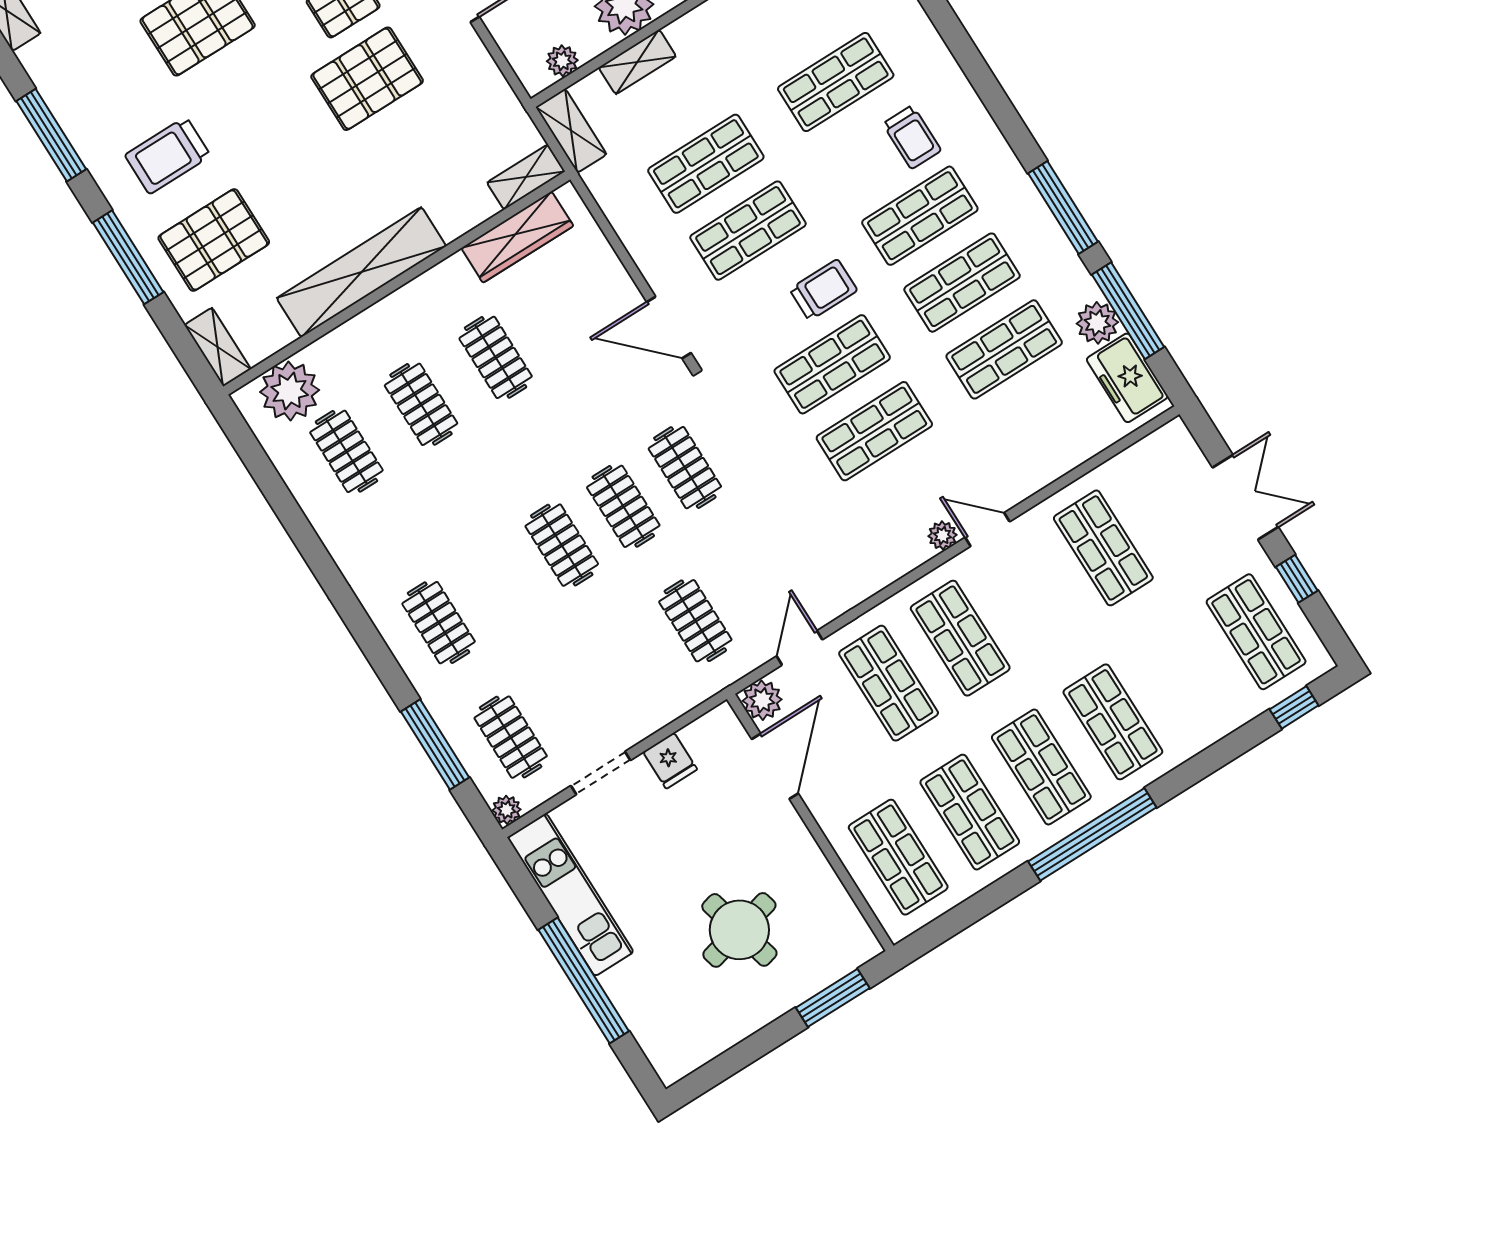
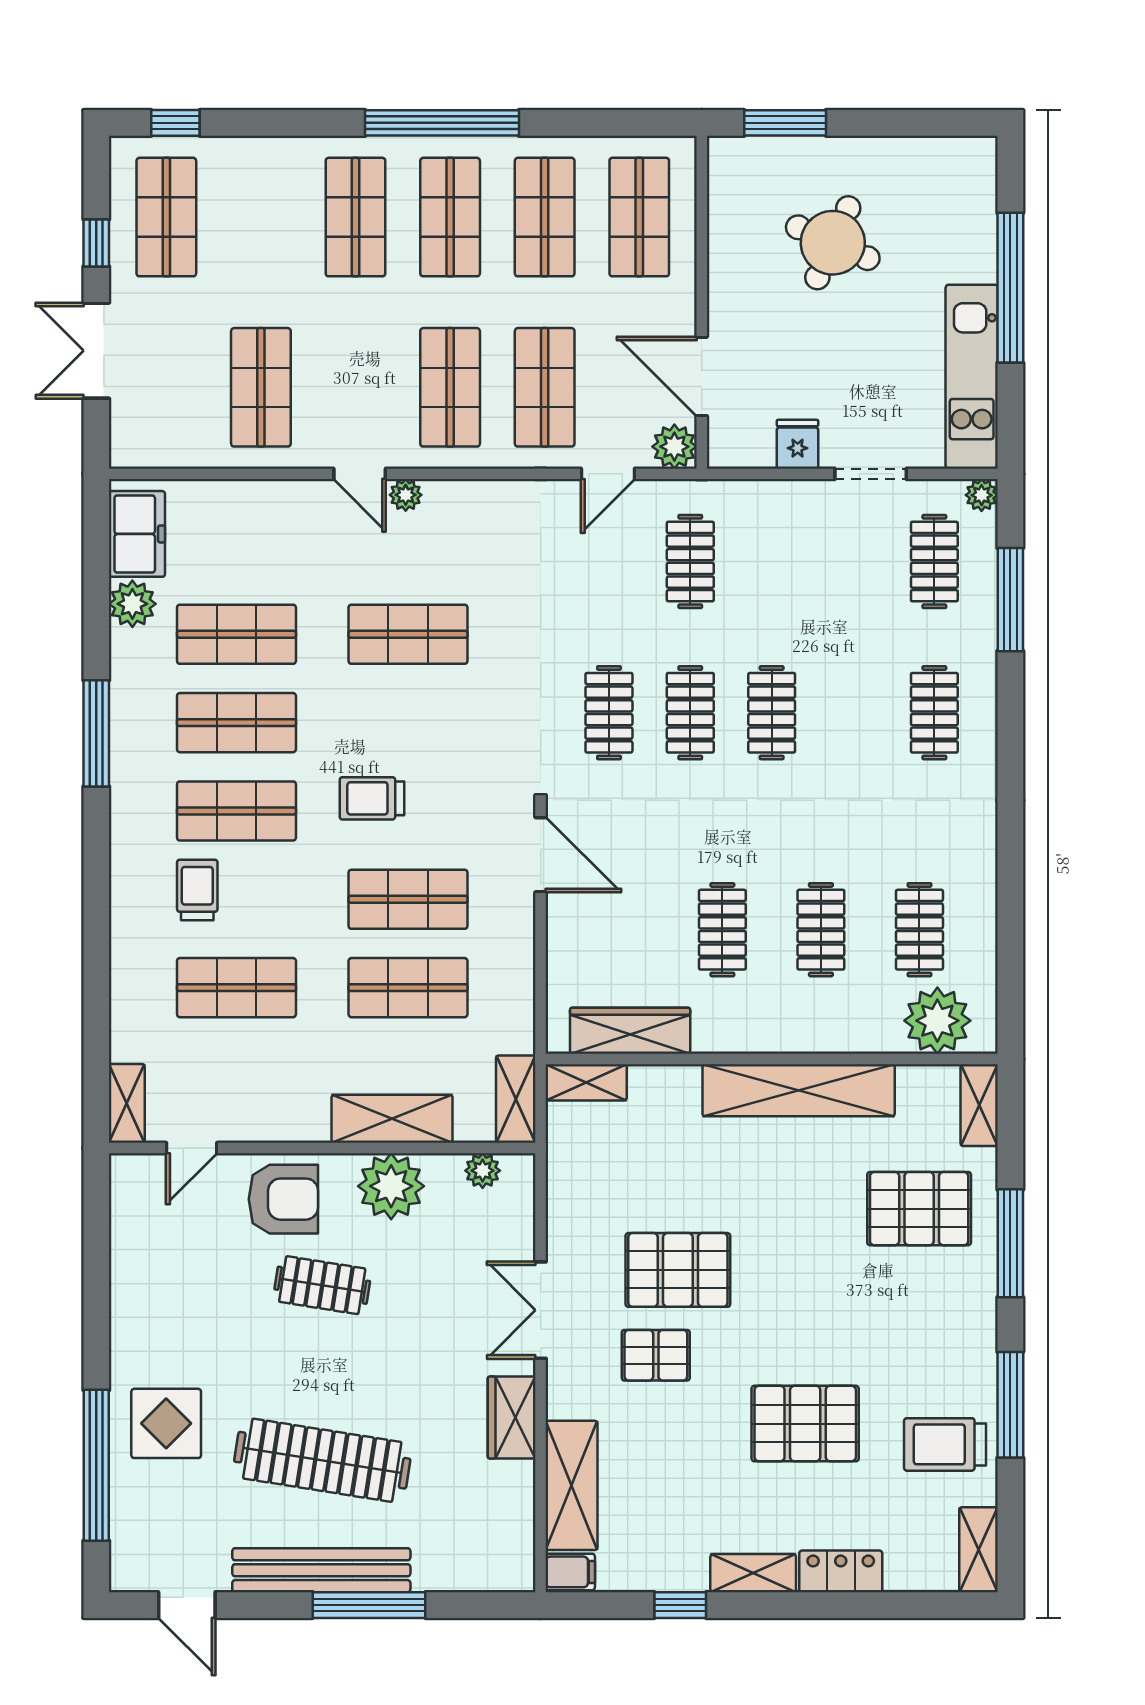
shelving: (637, 62) -> (392, 1119), width x1.50, depth x1.33
trolley: (168, 155) -> (945, 1444), moved, turned 180
window: (1128, 311) -> (96, 597), removed
shop shelf: (832, 364) -> (408, 723), removed
door: (775, 766) -> (702, 376), hinge flipped
round table: (739, 930) -> (833, 243), turned 38

